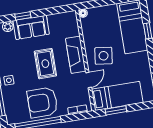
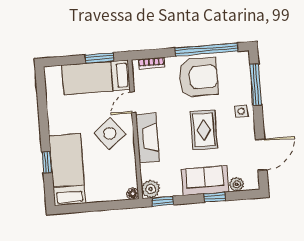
window: (61, 10) -> (163, 201), added
plant: (70, 18) -> (151, 189), added
side table: (104, 56) -> (110, 134), turned 45
rug: (45, 64) -> (204, 130), moved

